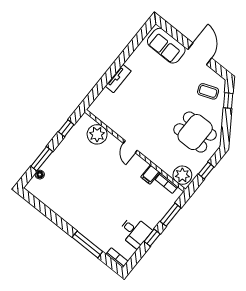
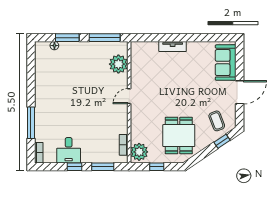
window: (66, 128) -> (105, 38), width x2.17
filing cabinet: (150, 175) -> (120, 128), removed

